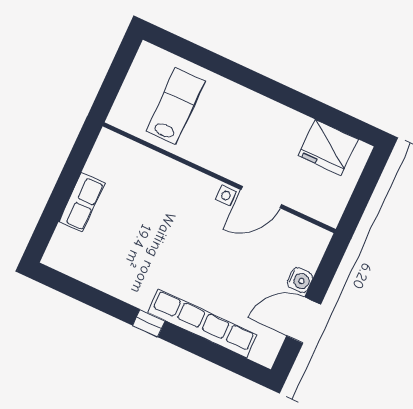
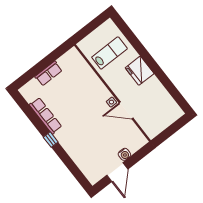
fridge: (328, 147) -> (140, 71), moved
door: (304, 320) -> (117, 172), swing flipped
row of seats: (202, 323) -> (45, 116), moved, width x0.73

